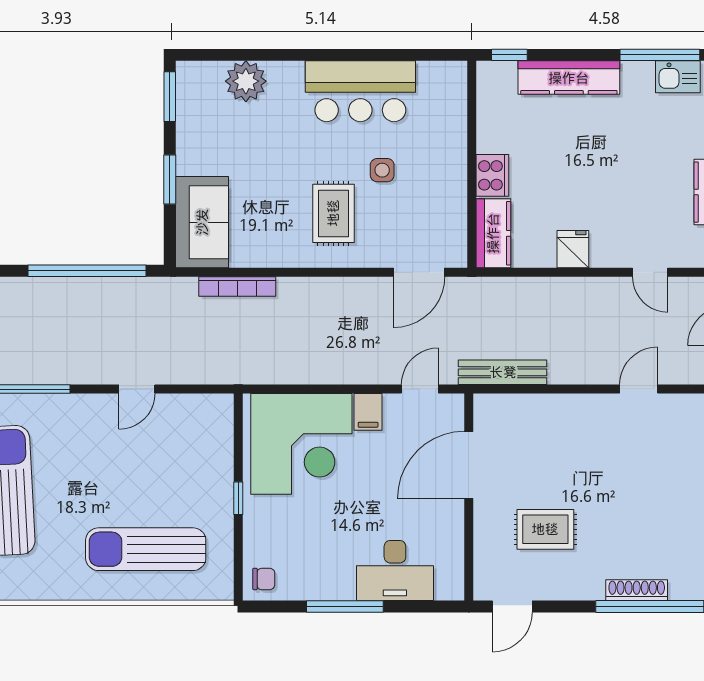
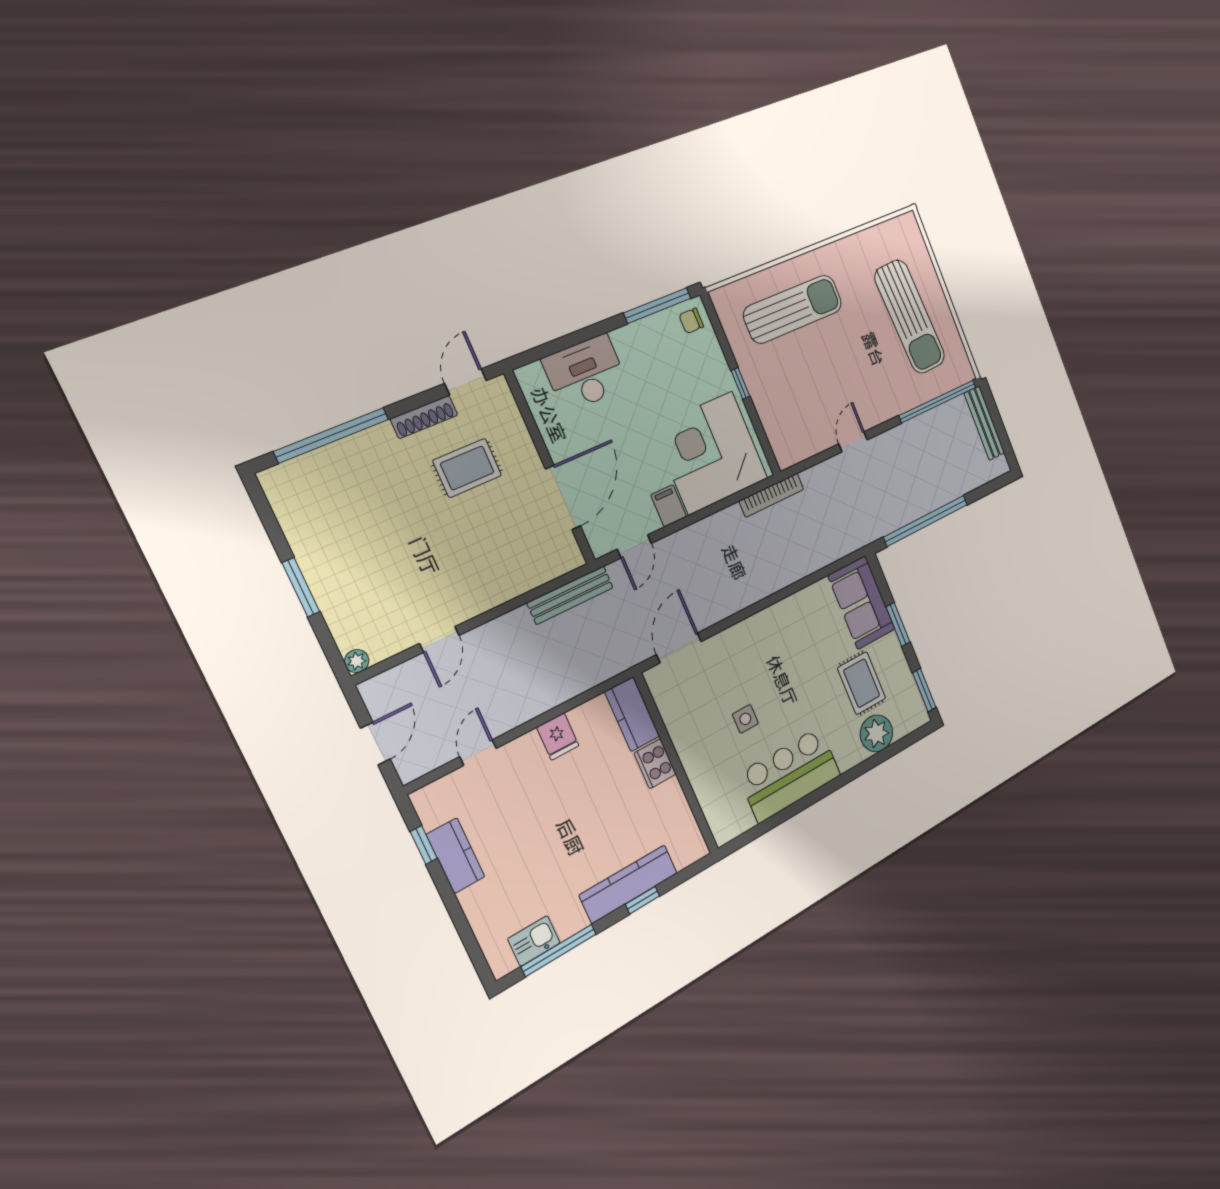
window: (509, 55) -> (642, 900), moved
rug: (333, 213) -> (862, 683), moved
door: (650, 272) -> (478, 753), hinge flipped
bookcase: (237, 286) -> (772, 495), moved, turned 180
shoe rack: (637, 590) -> (424, 417), moved
window: (345, 606) -> (657, 306), moved

